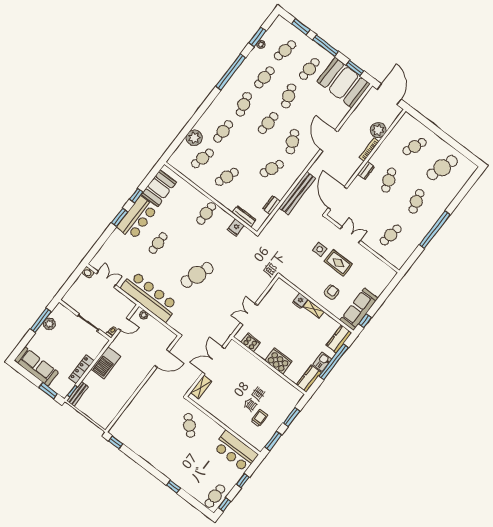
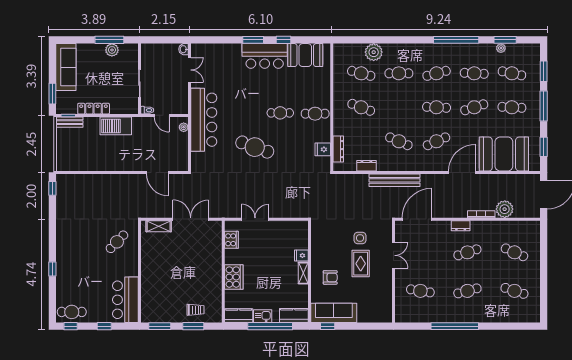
booth: (343, 83) -> (504, 154), moved, turned 90
cafe table: (442, 168) -> (514, 291), width x0.73, depth x0.74
cafe table: (158, 243) -> (280, 113), moved
trolley: (259, 418) -> (195, 310), moved

